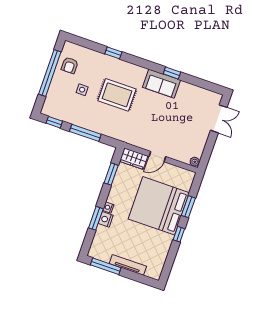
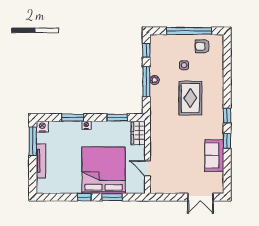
window: (113, 53) -> (227, 115), moved
sofa: (162, 84) -> (214, 156), moved
door: (157, 157) -> (147, 168), moved
plant: (195, 162) -> (154, 80), moved
nightstand: (106, 219) -> (42, 127), moved

